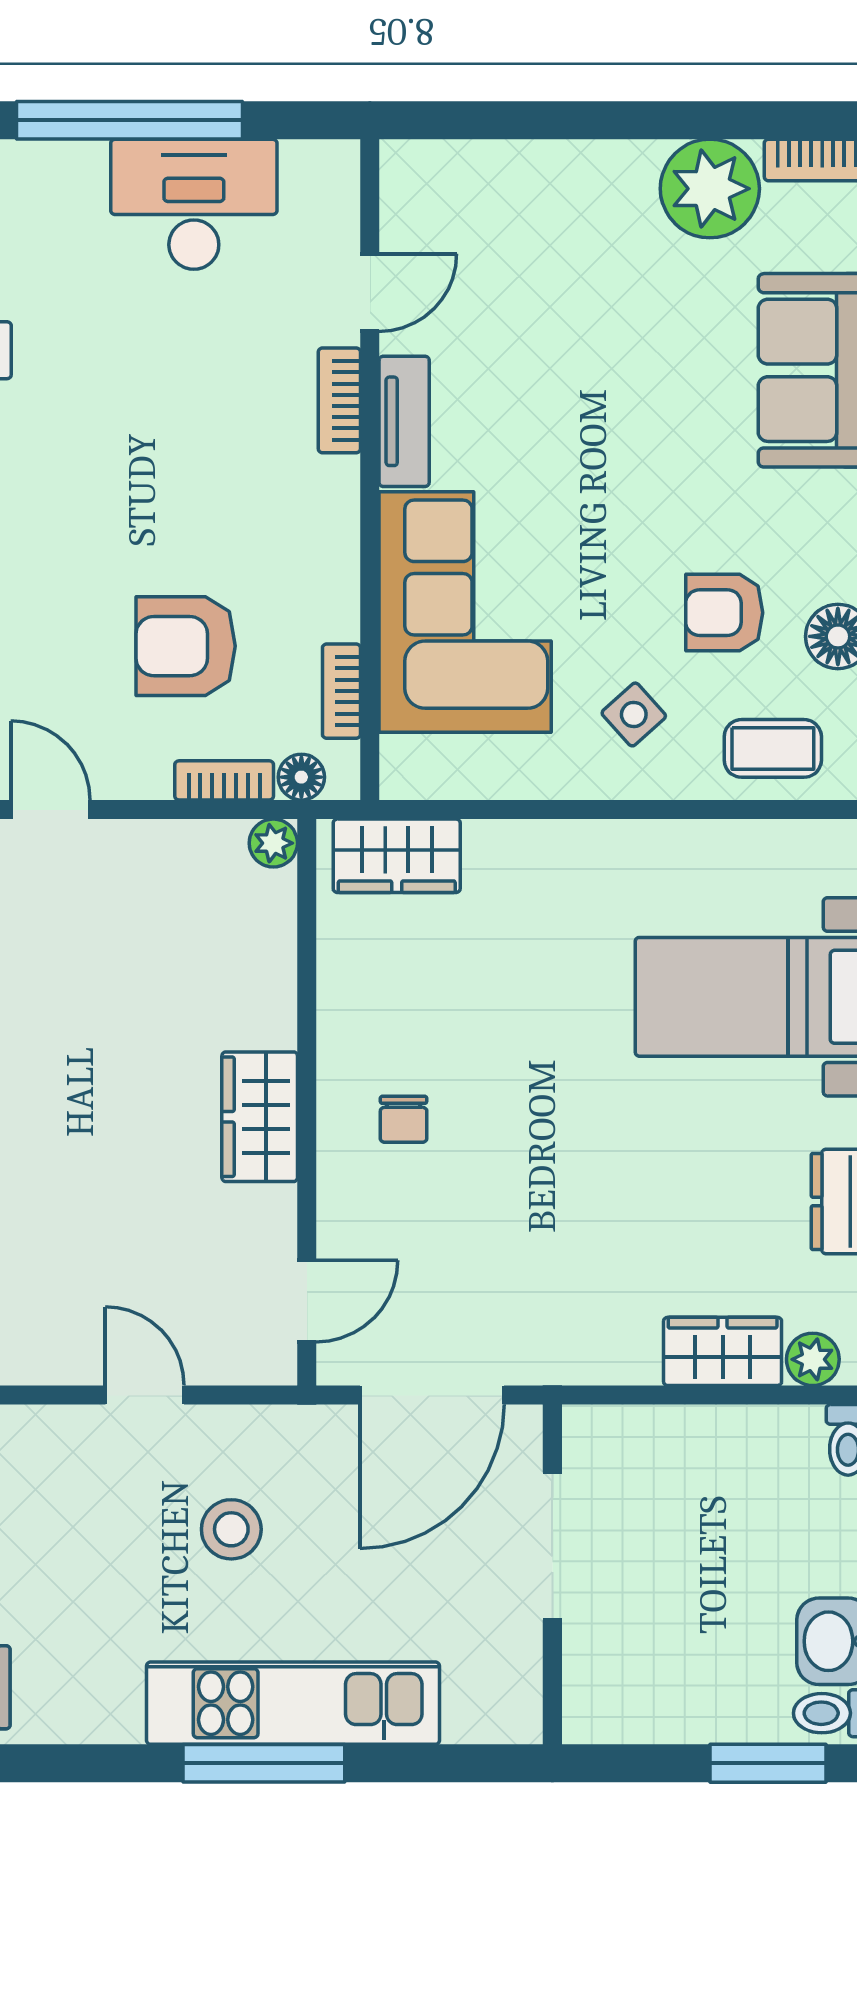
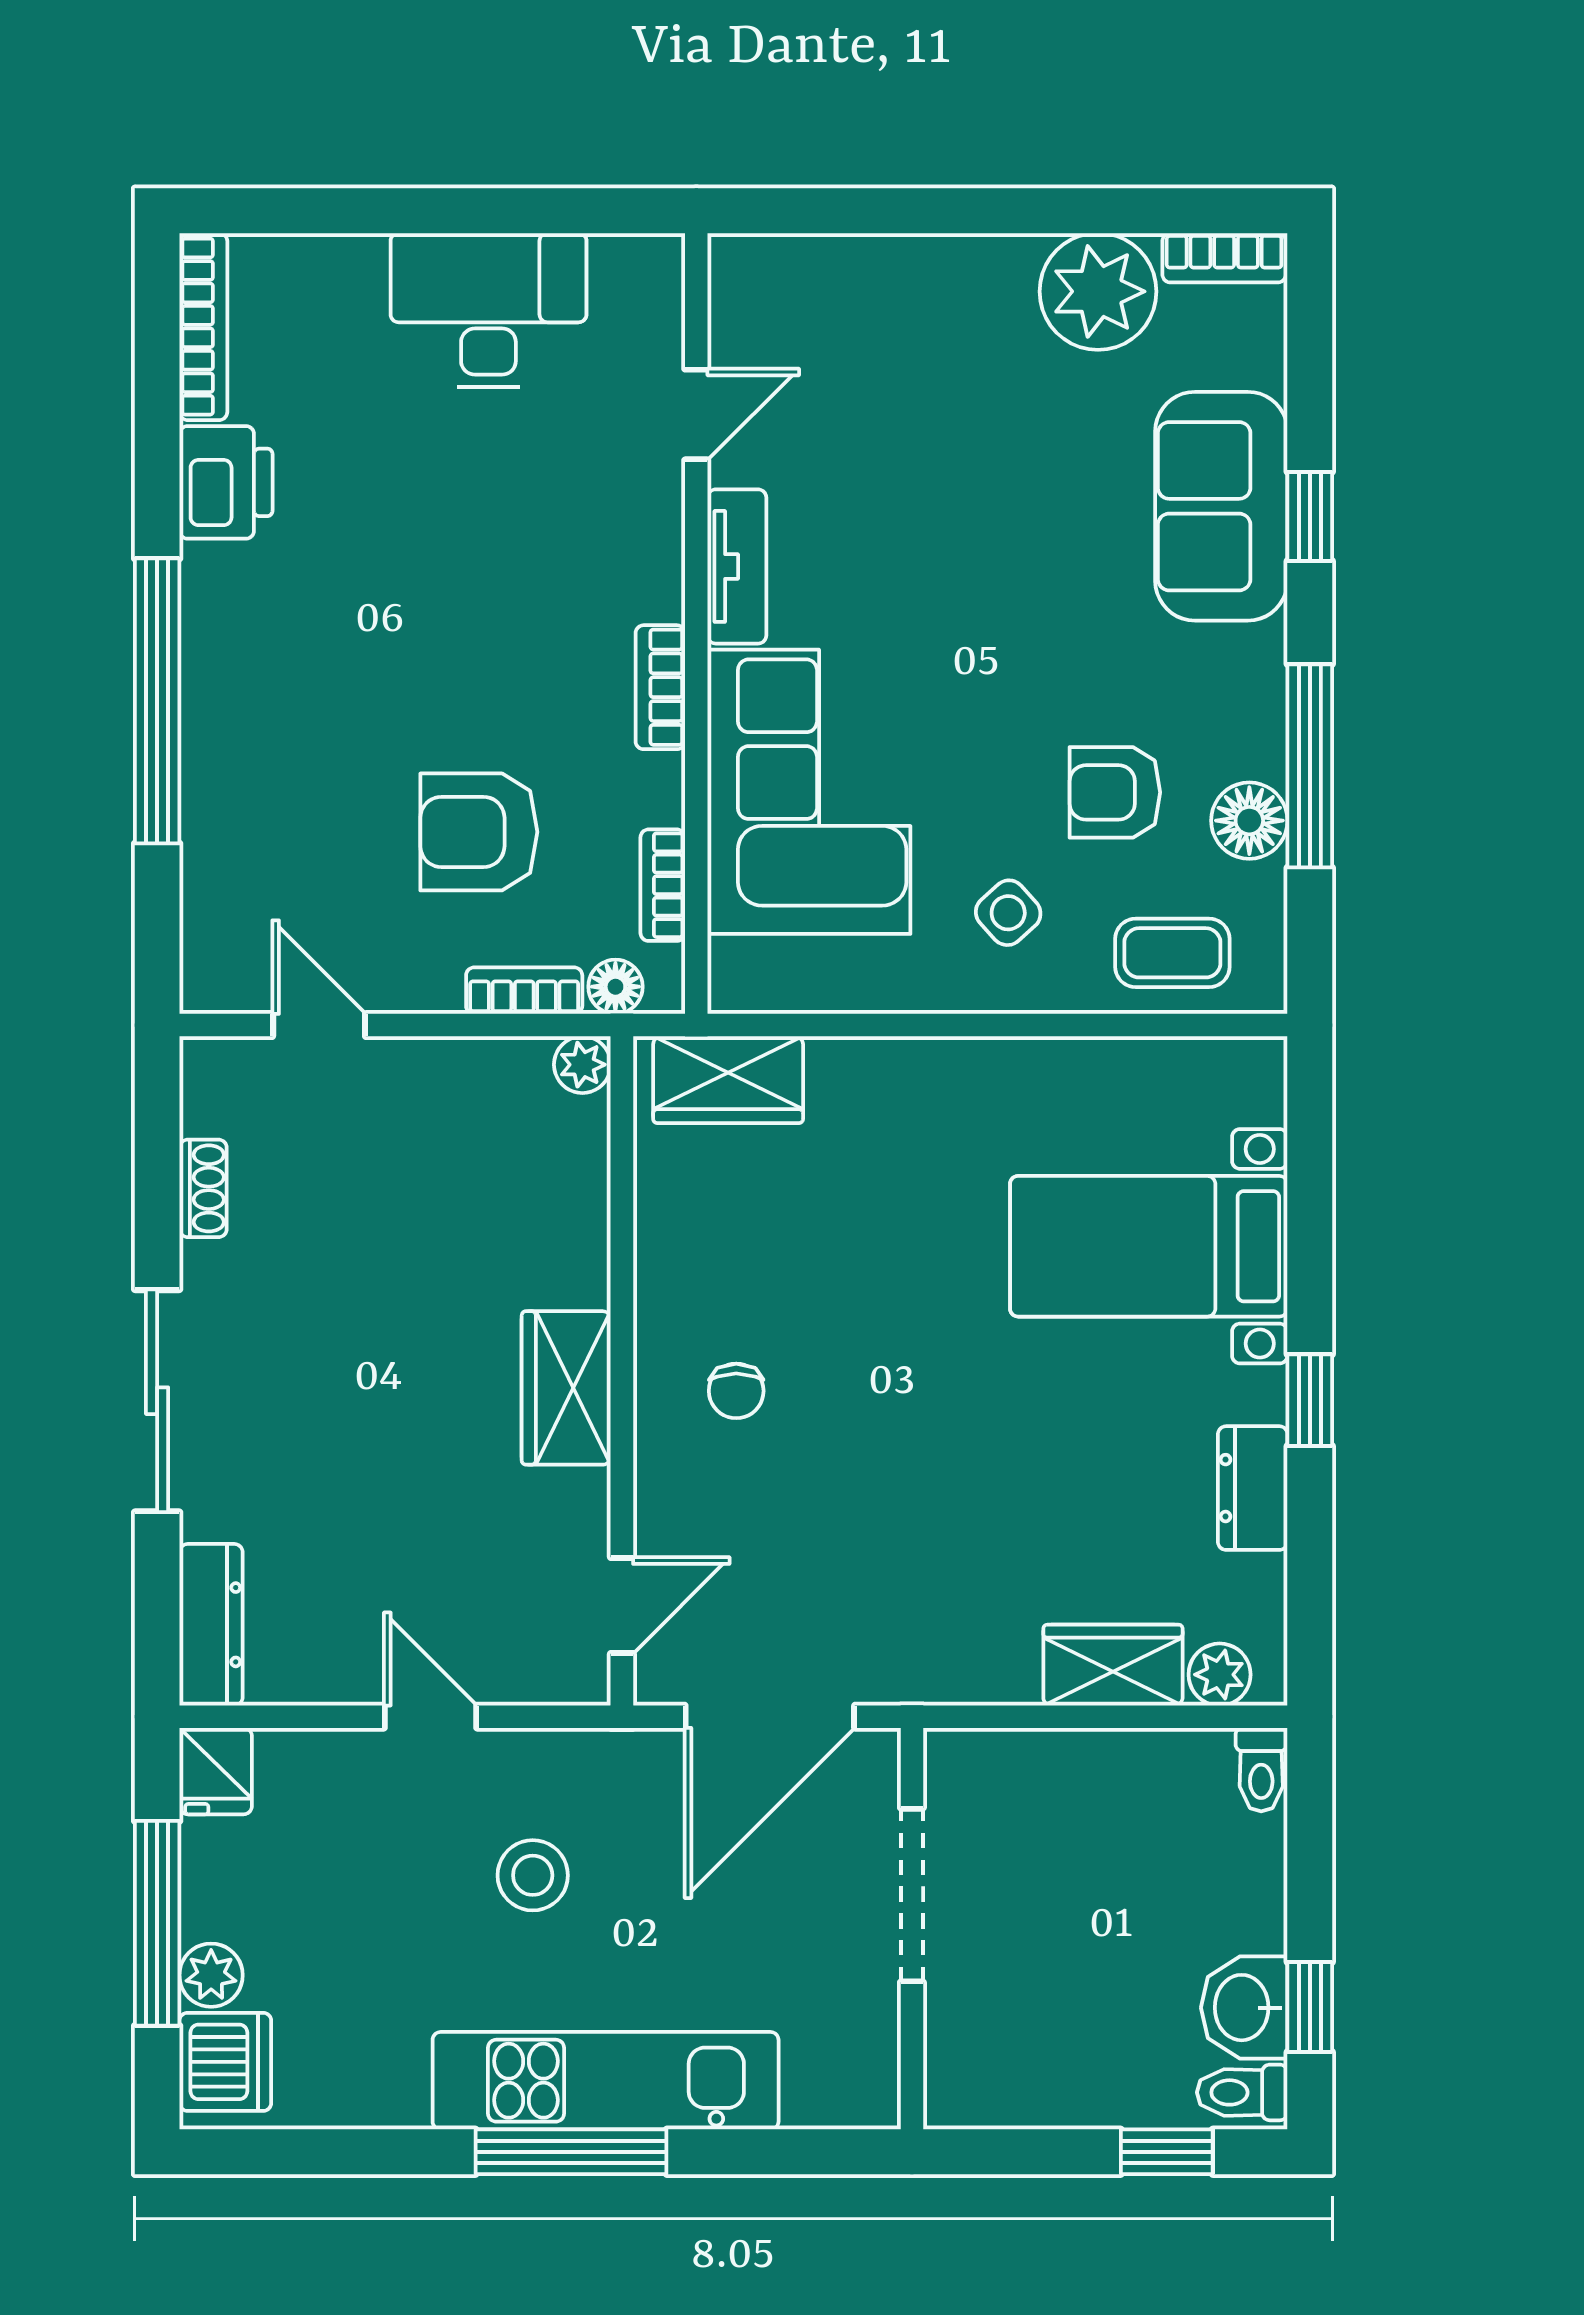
window: (130, 120) -> (412, 211), removed
bookcase: (339, 400) -> (660, 687), moved
window: (768, 1763) -> (1167, 2152), width x0.67

